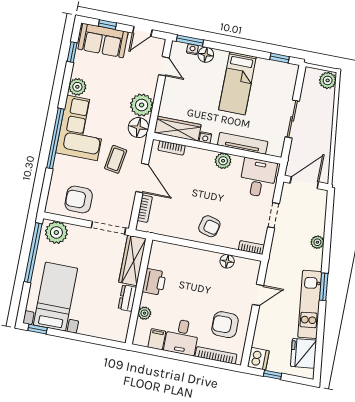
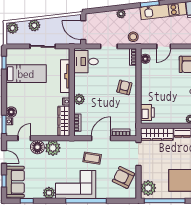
bed: (237, 83) -> (26, 74), moved
plant: (325, 113) -> (34, 25), added
floor lamp: (138, 128) -> (37, 147), moved
plant: (223, 161) -> (79, 99), moved
armchair: (79, 200) -> (123, 177), turned 116
stool: (281, 253) -> (133, 37), added
floor lamp: (227, 261) -> (145, 59), moved
printer: (154, 282) -> (147, 112), moved, turned 90
door: (258, 295) -> (164, 46), swing flipped

